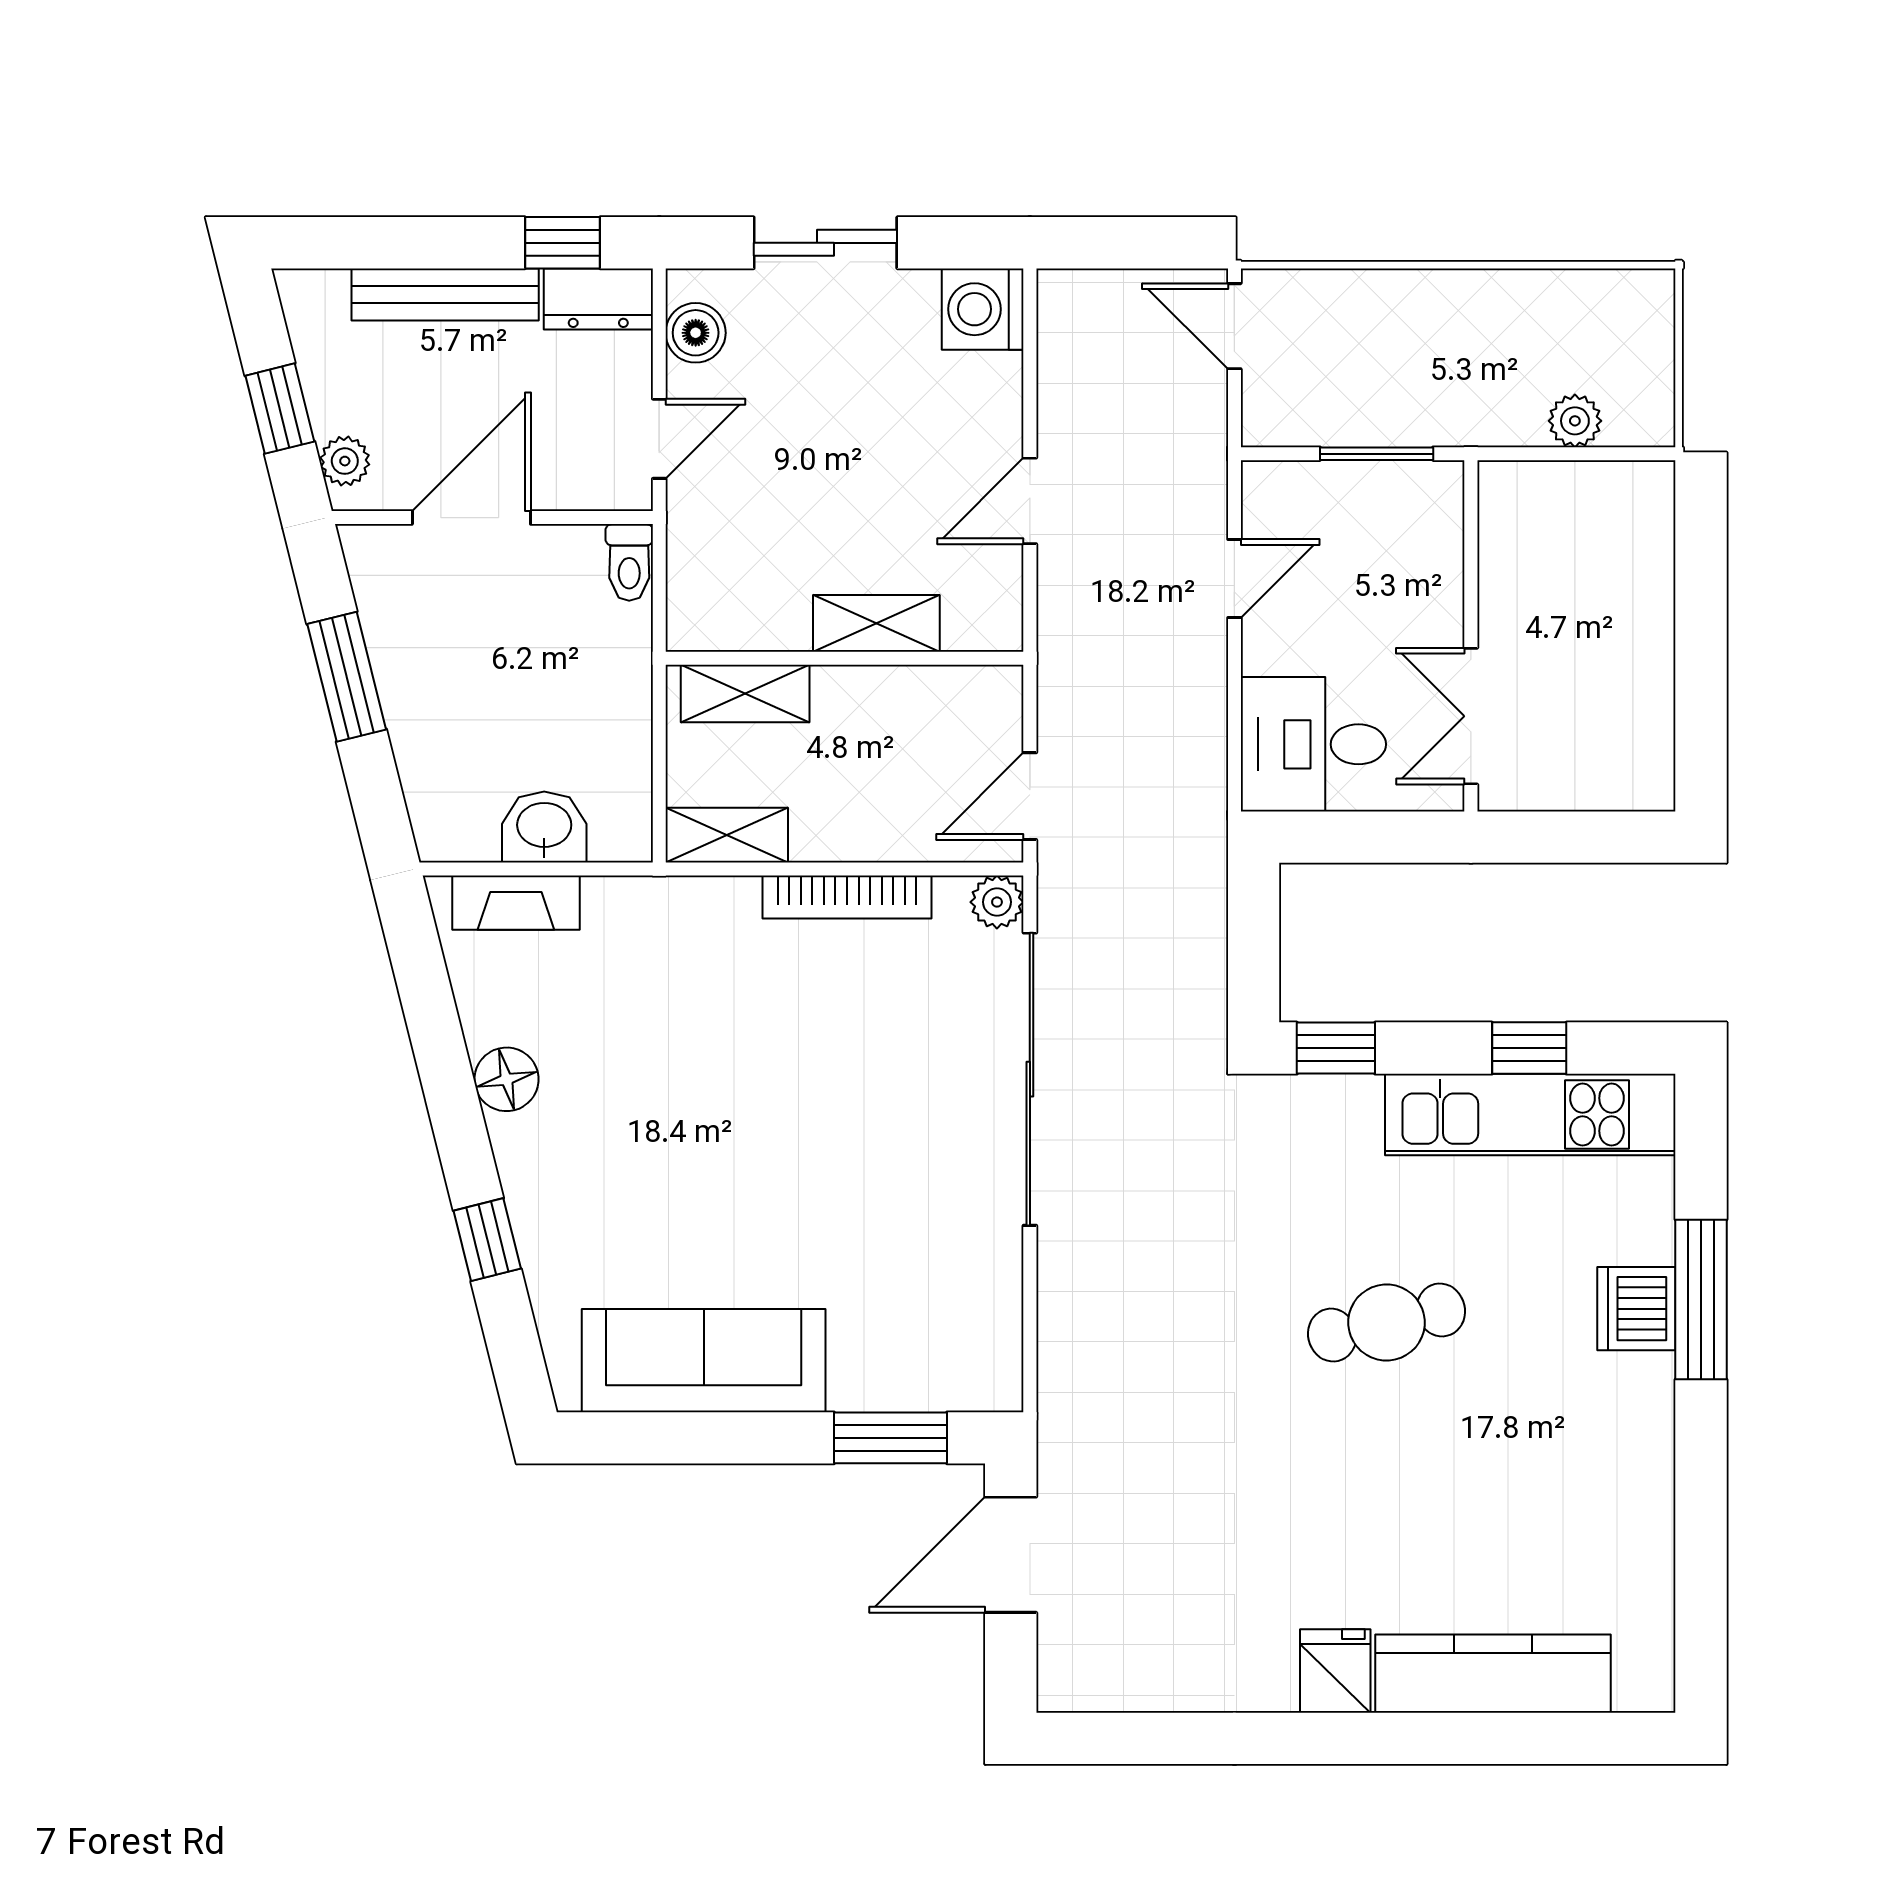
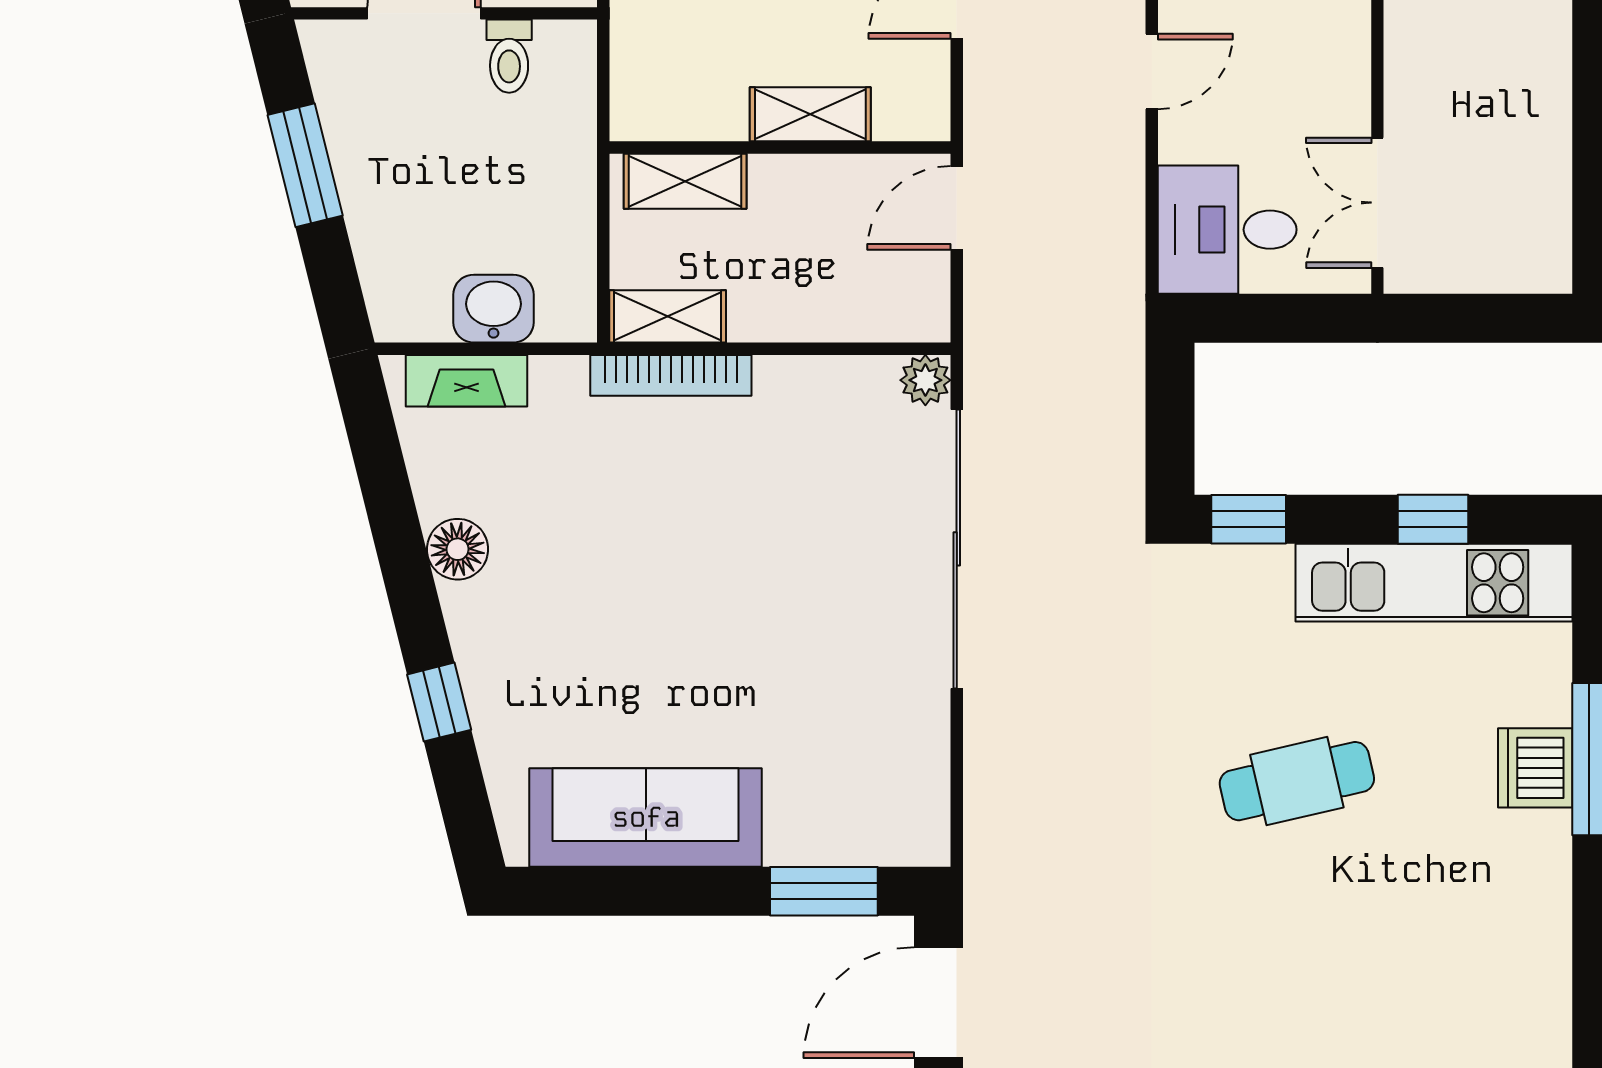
toilet: (629, 562) -> (509, 56), moved
door: (1030, 796) -> (957, 208), moved
bookcase: (847, 897) -> (671, 375), moved

